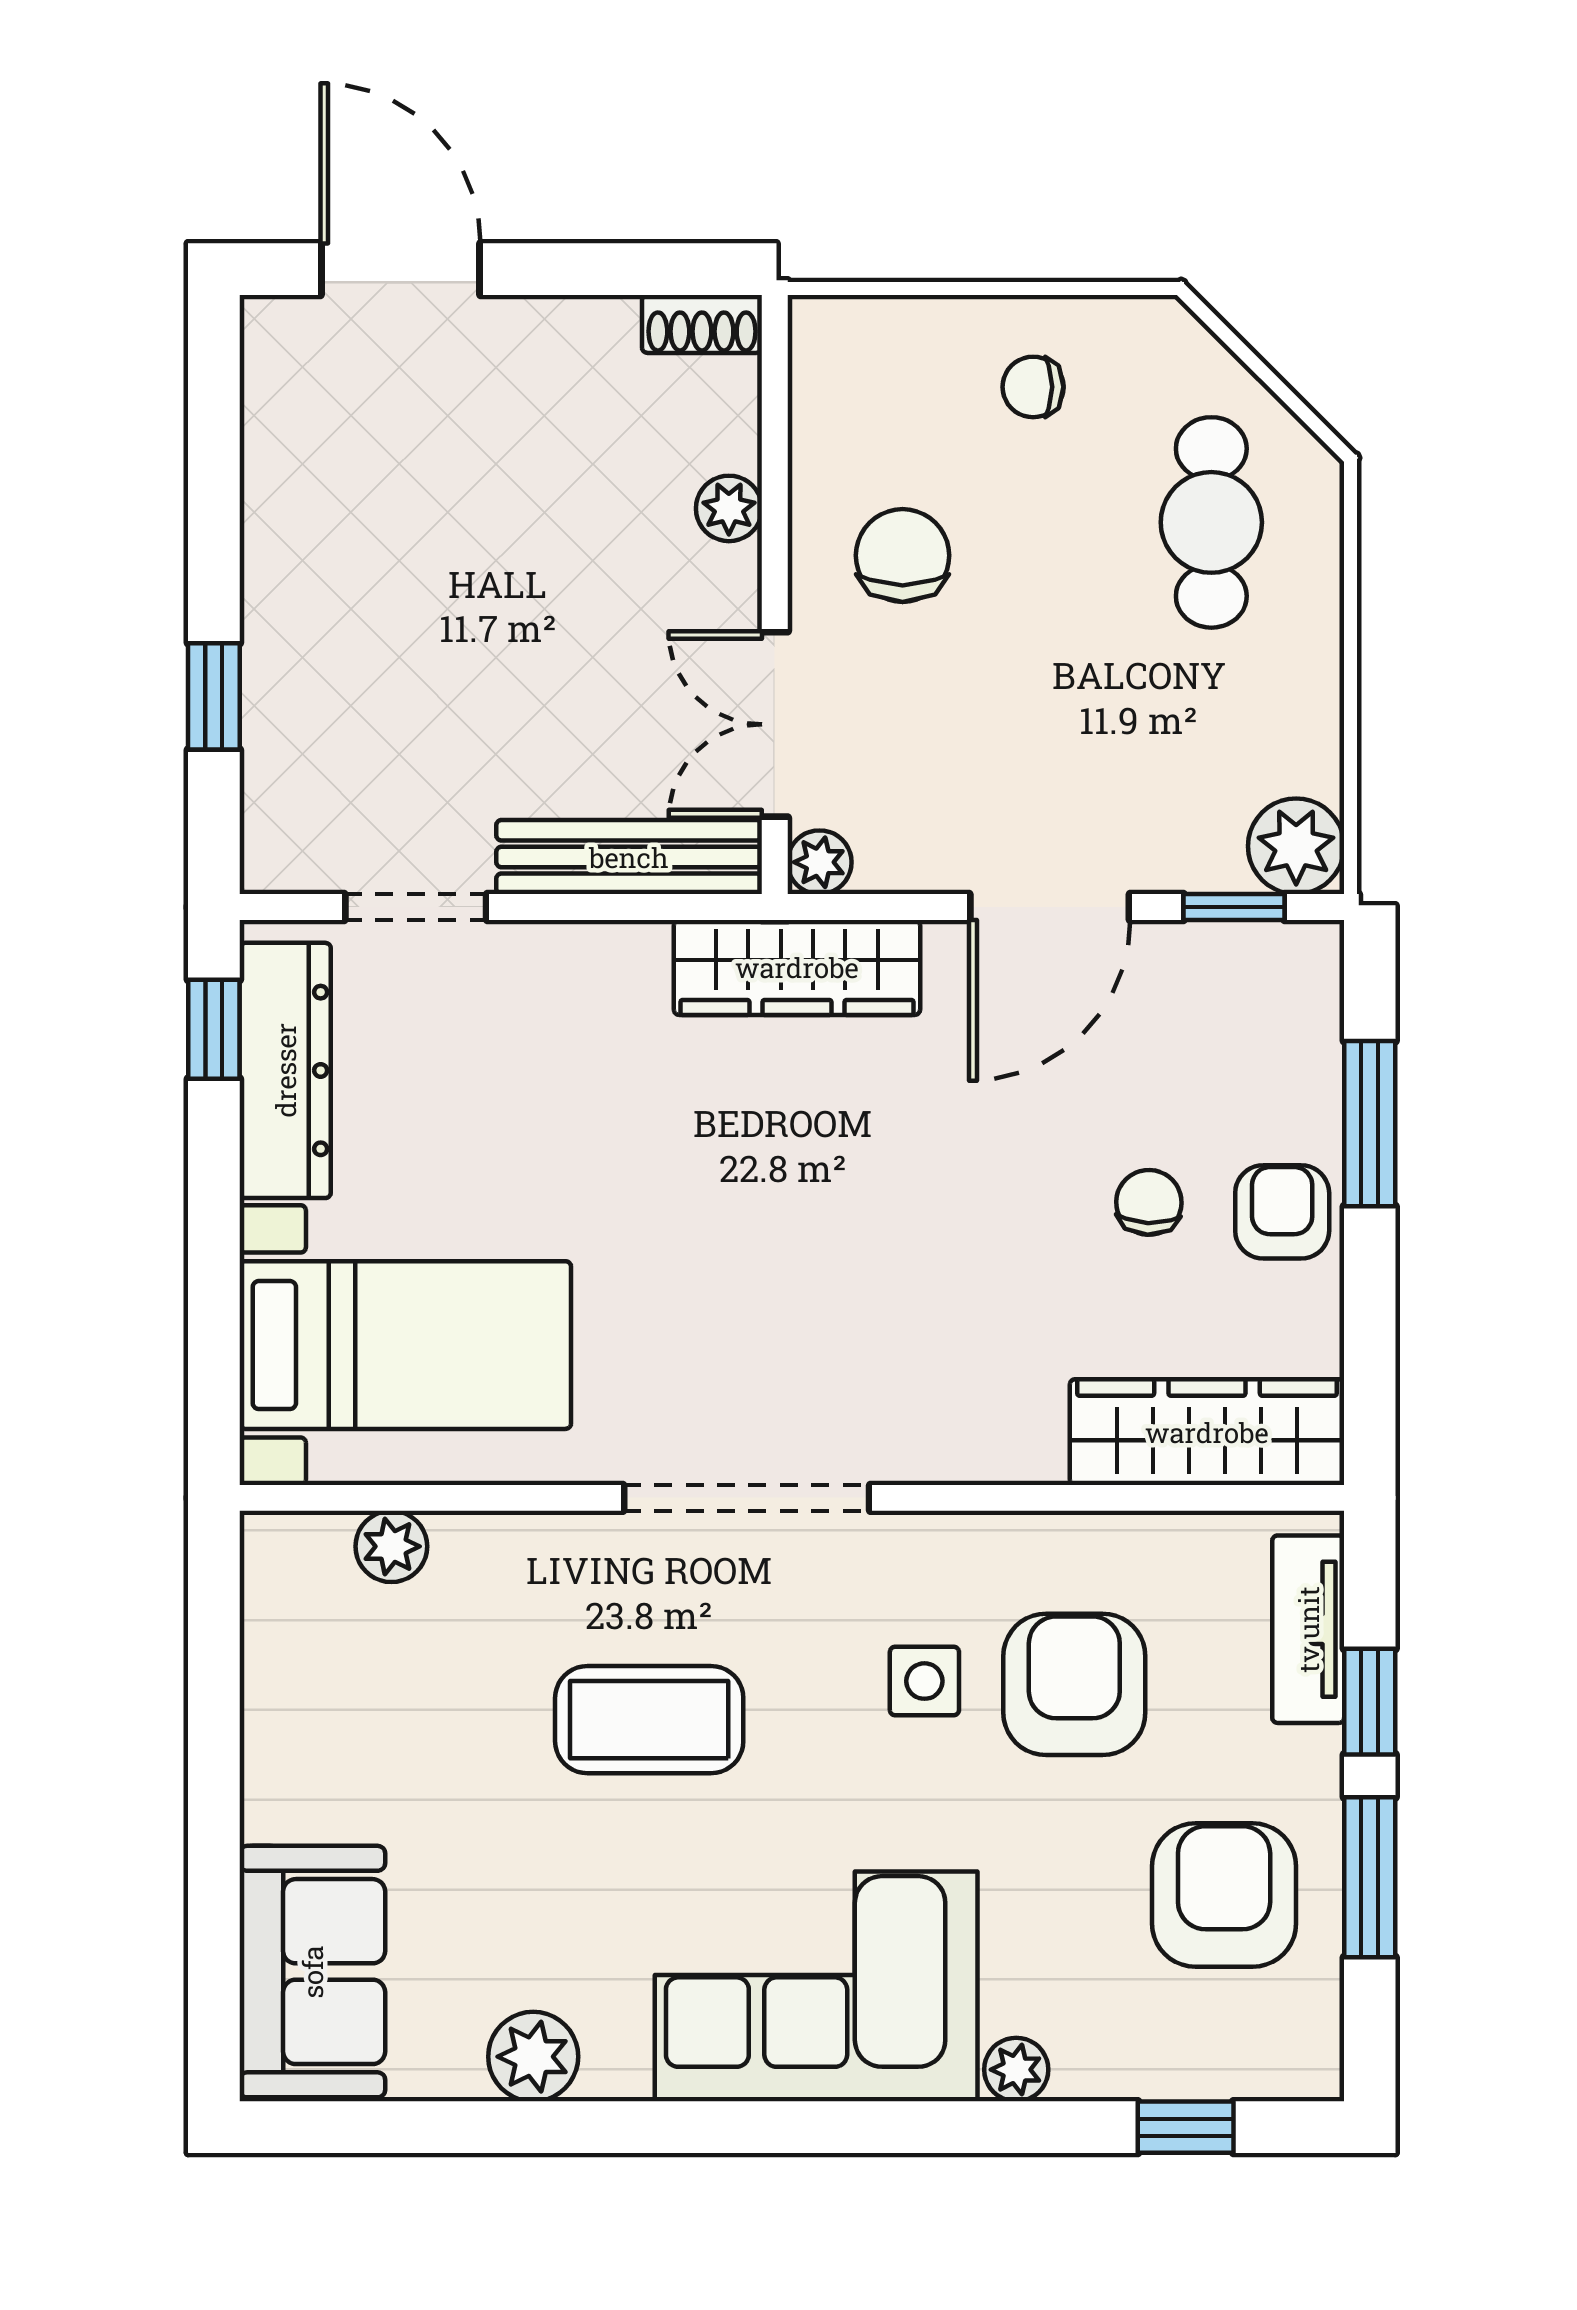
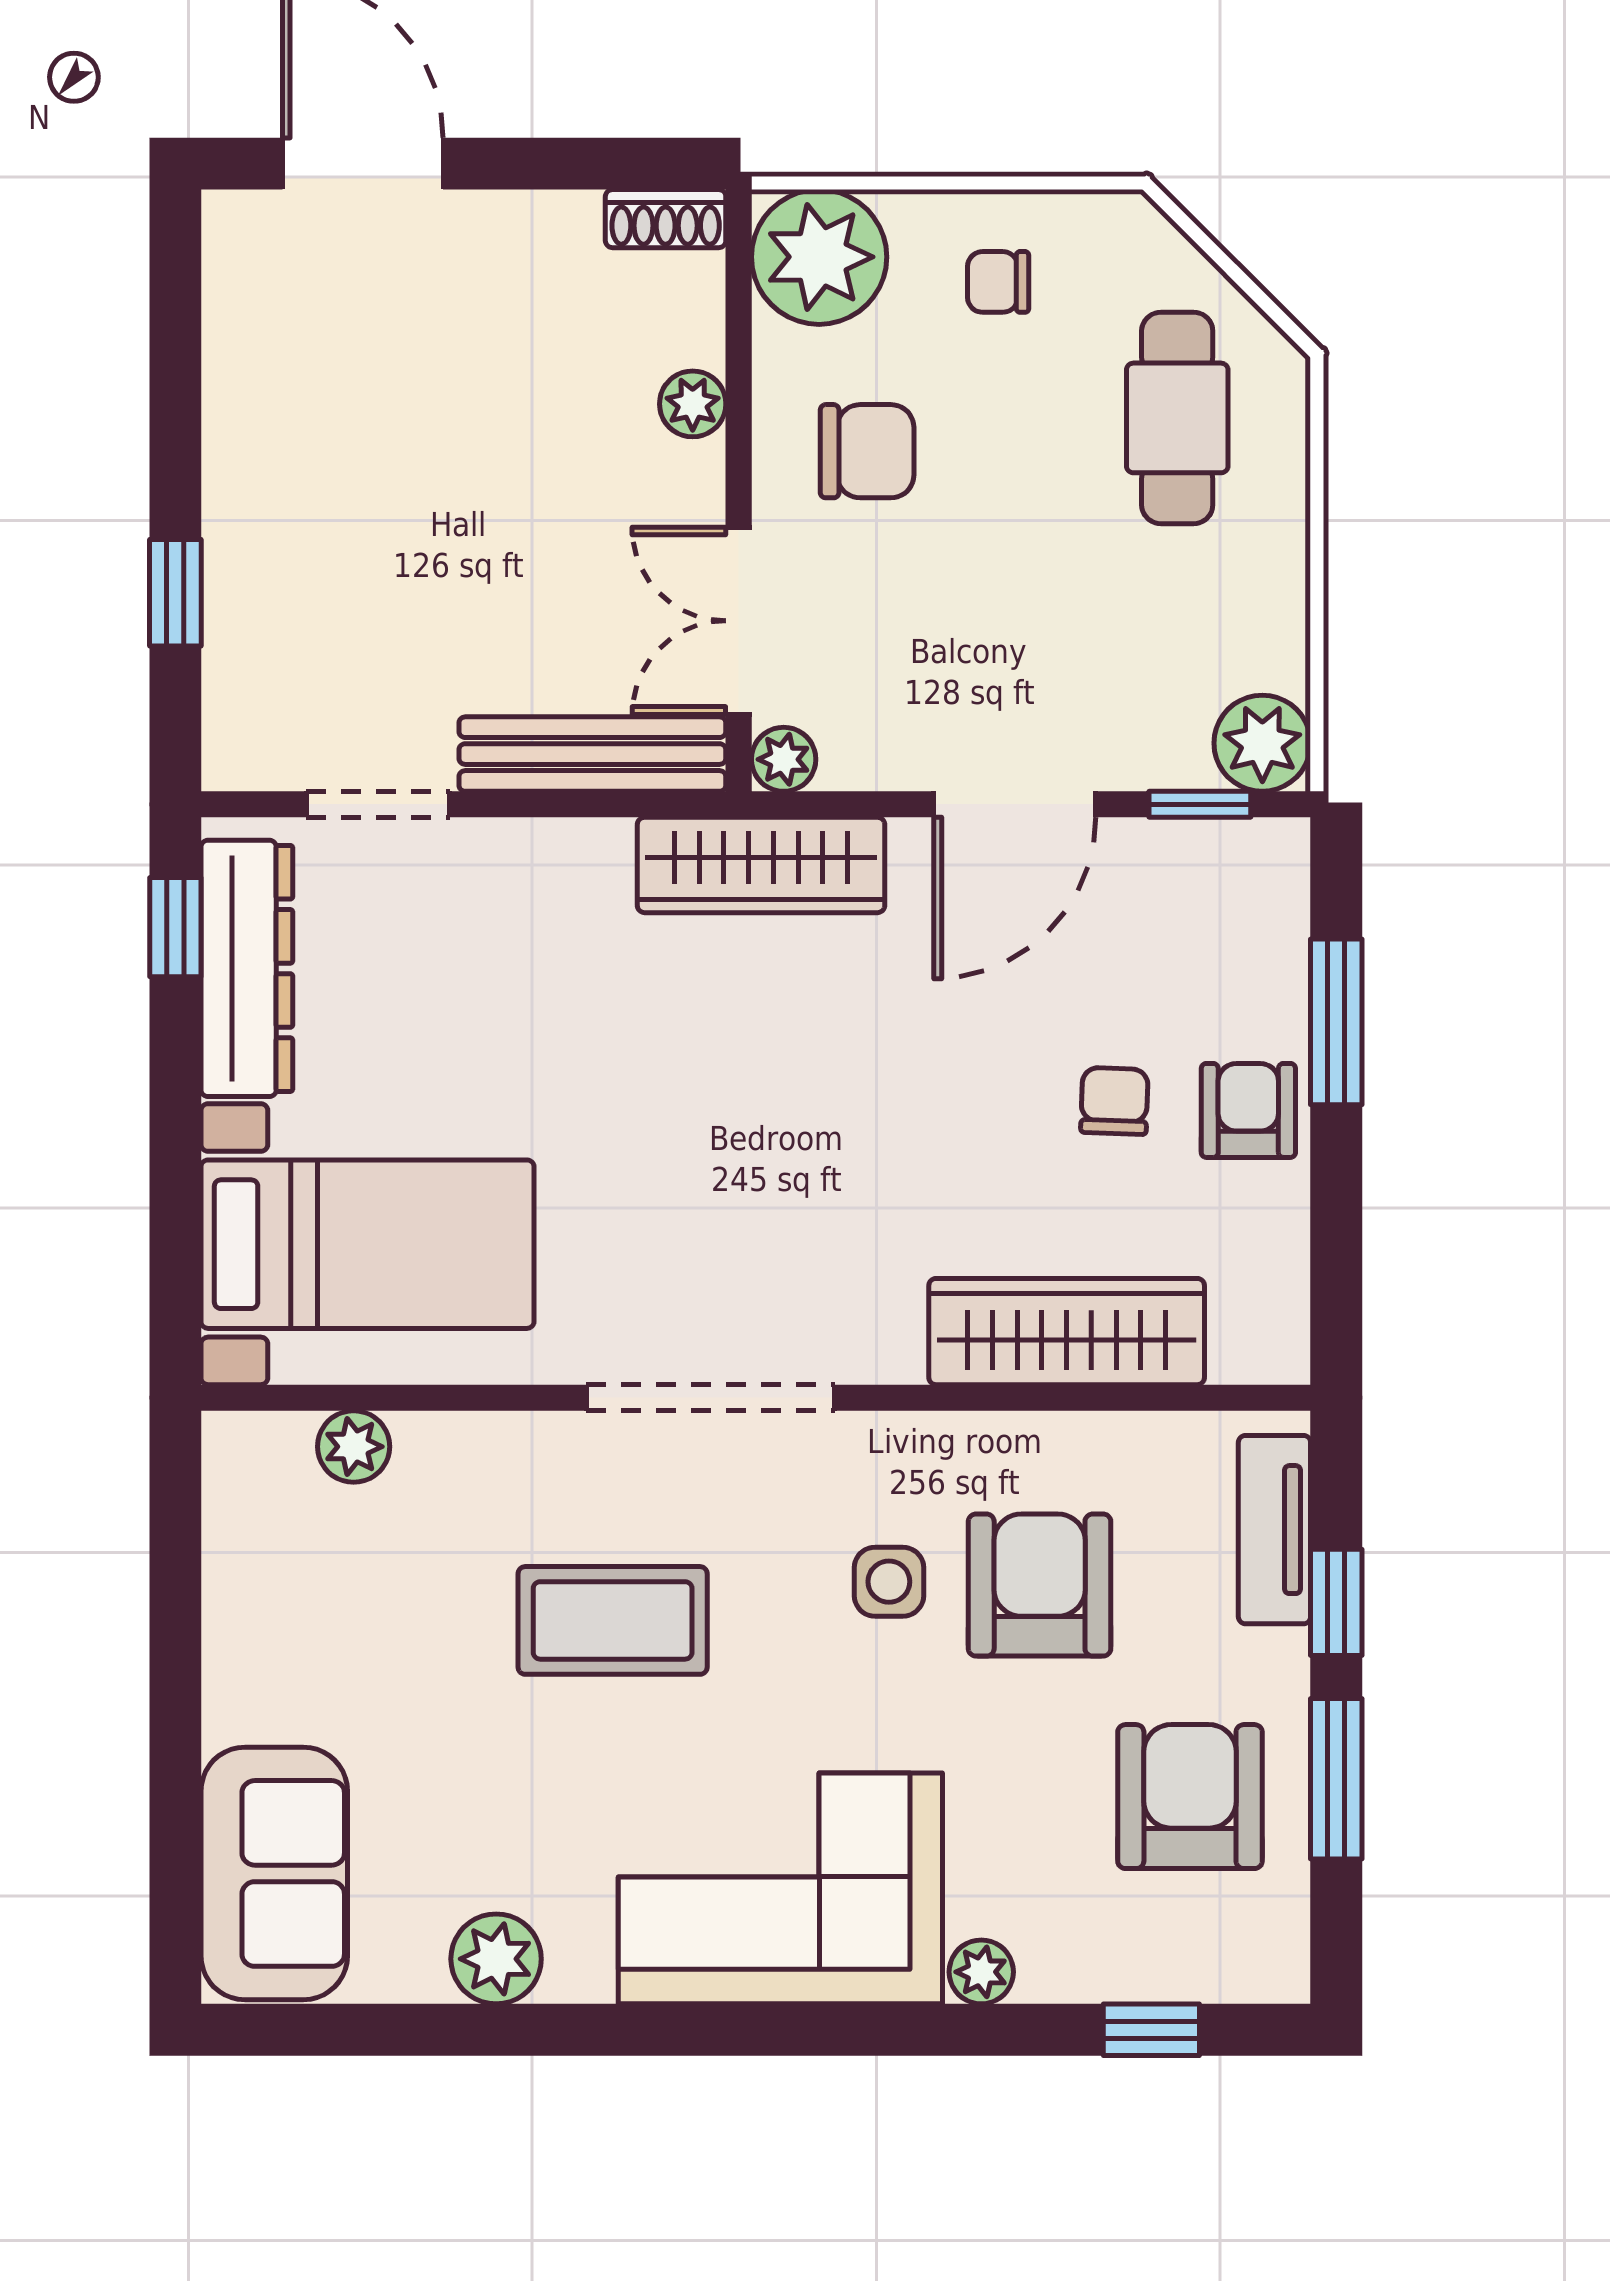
plant: (855, 362) -> (819, 257), added
chair: (903, 555) -> (867, 451), turned 90
wardrobe: (1207, 1432) -> (1067, 1332), moved

